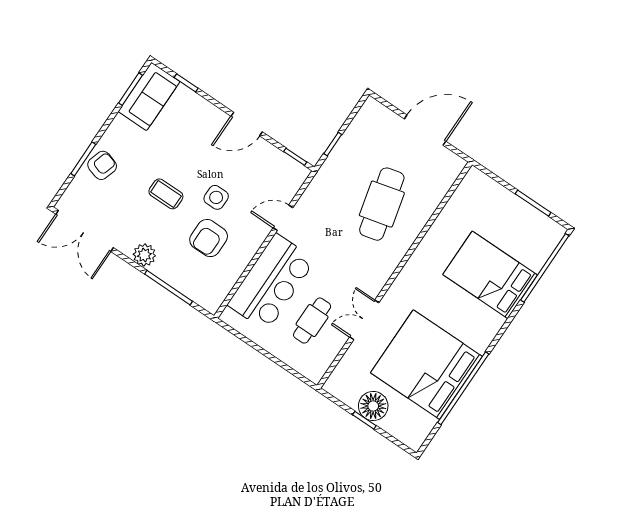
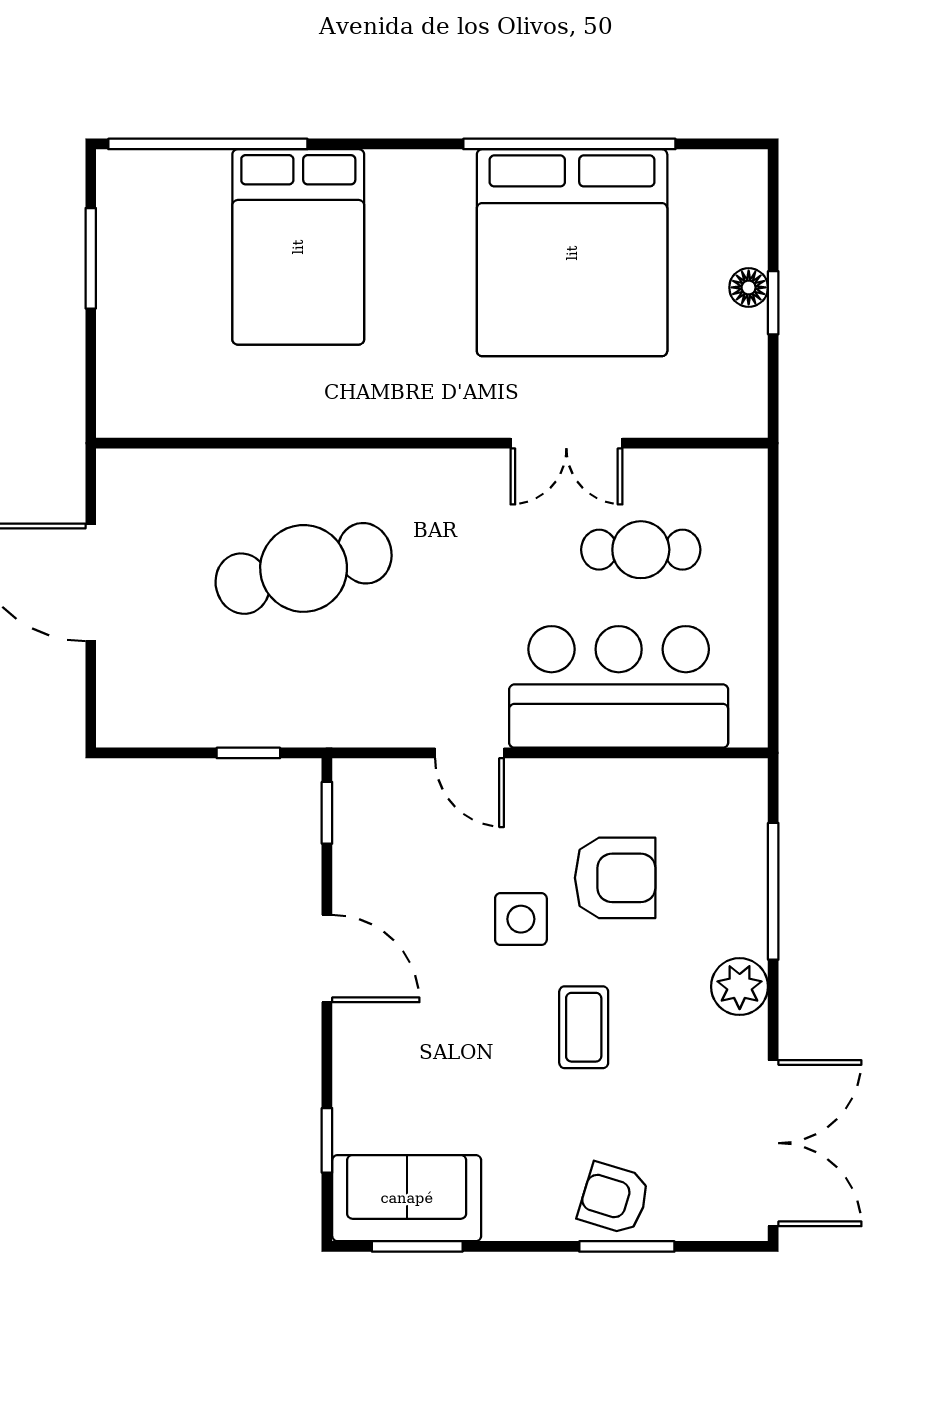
floor lamp: (373, 406) -> (749, 287), width x0.53, depth x0.53

